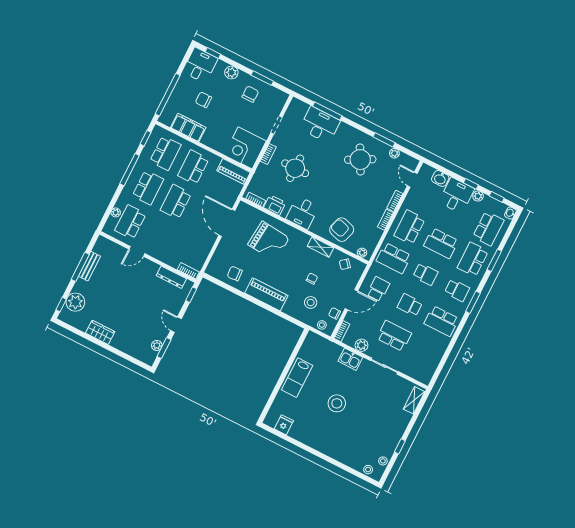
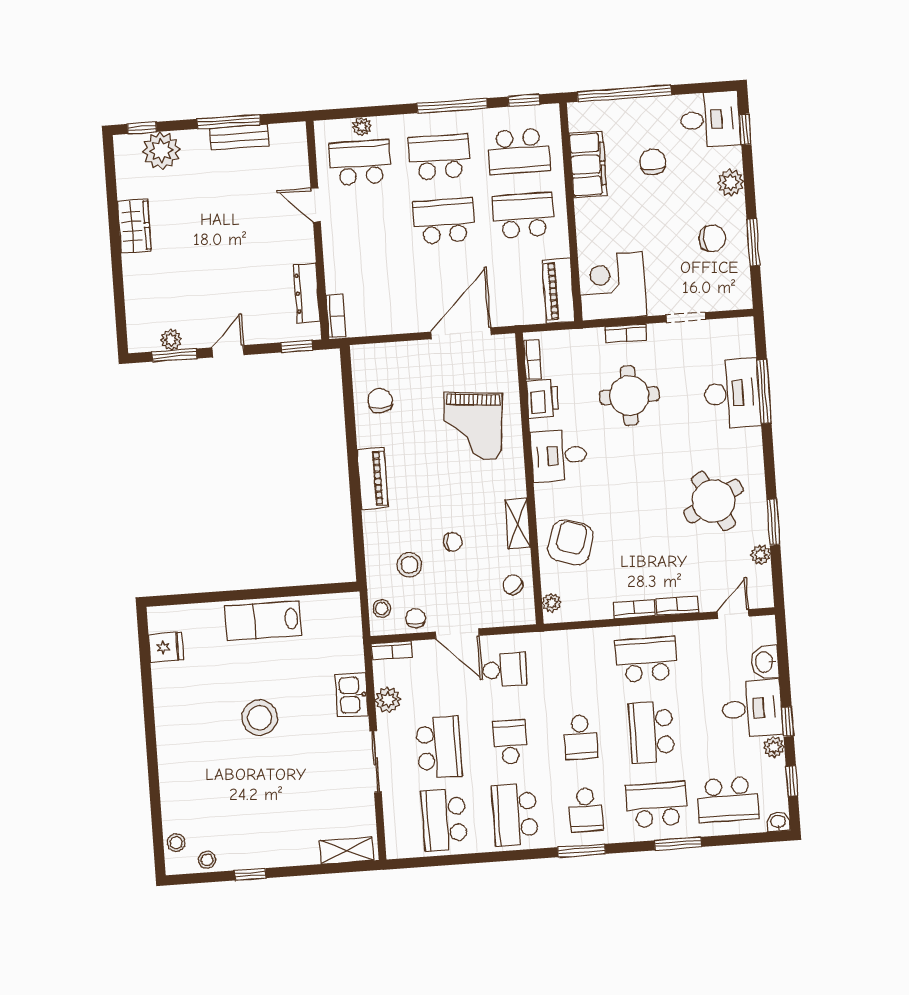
school desk: (148, 188) -> (439, 157), turned 180
school desk: (394, 258) -> (444, 820), moved
piano: (266, 294) -> (373, 479), width x0.73, depth x0.75

